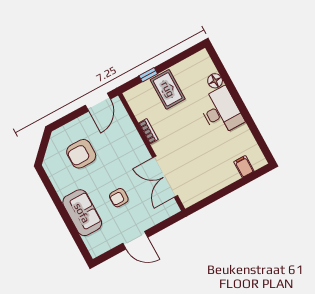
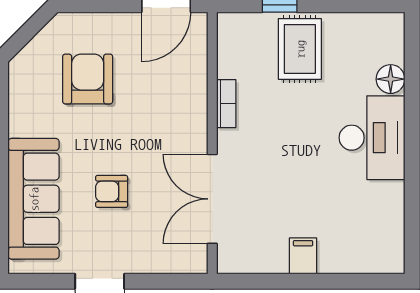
armchair: (81, 154) -> (88, 79), turned 90
filing cabinet: (244, 166) -> (303, 256), moved
sofa: (82, 213) -> (34, 199), width x1.36

